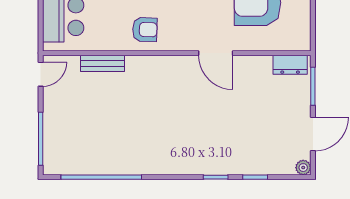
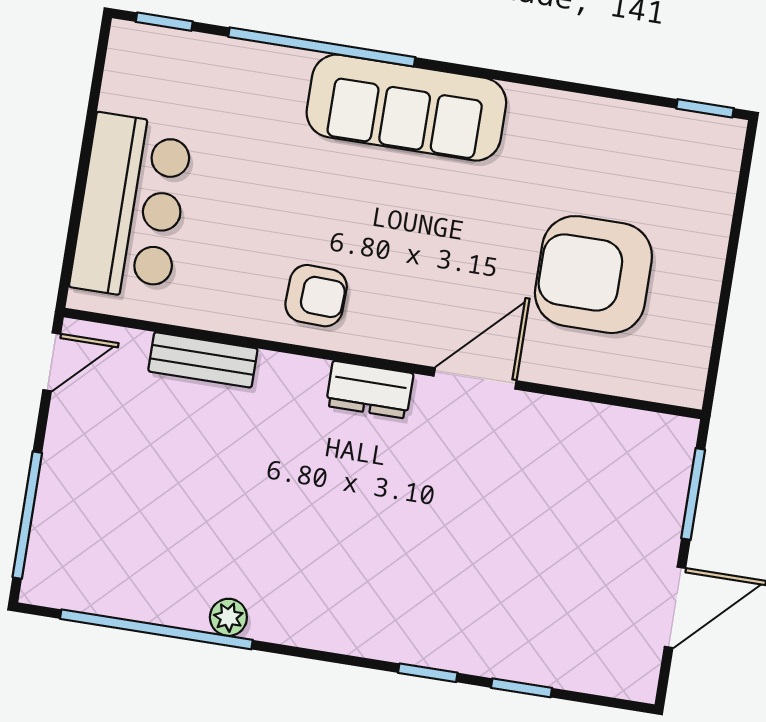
door: (216, 53) -> (475, 378), swing flipped
dresser: (290, 65) -> (370, 390), moved
plant: (303, 168) -> (228, 617), moved

